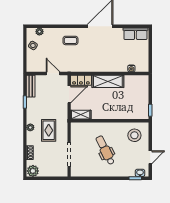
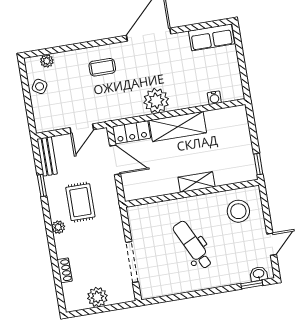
plant: (98, 65) -> (156, 101), added
door: (53, 74) -> (82, 129), swing flipped
door: (69, 94) -> (115, 160), hinge flipped
shelving: (81, 115) -> (196, 182), moved
rug: (49, 130) -> (80, 202), moved
plant: (33, 171) -> (97, 297), moved

